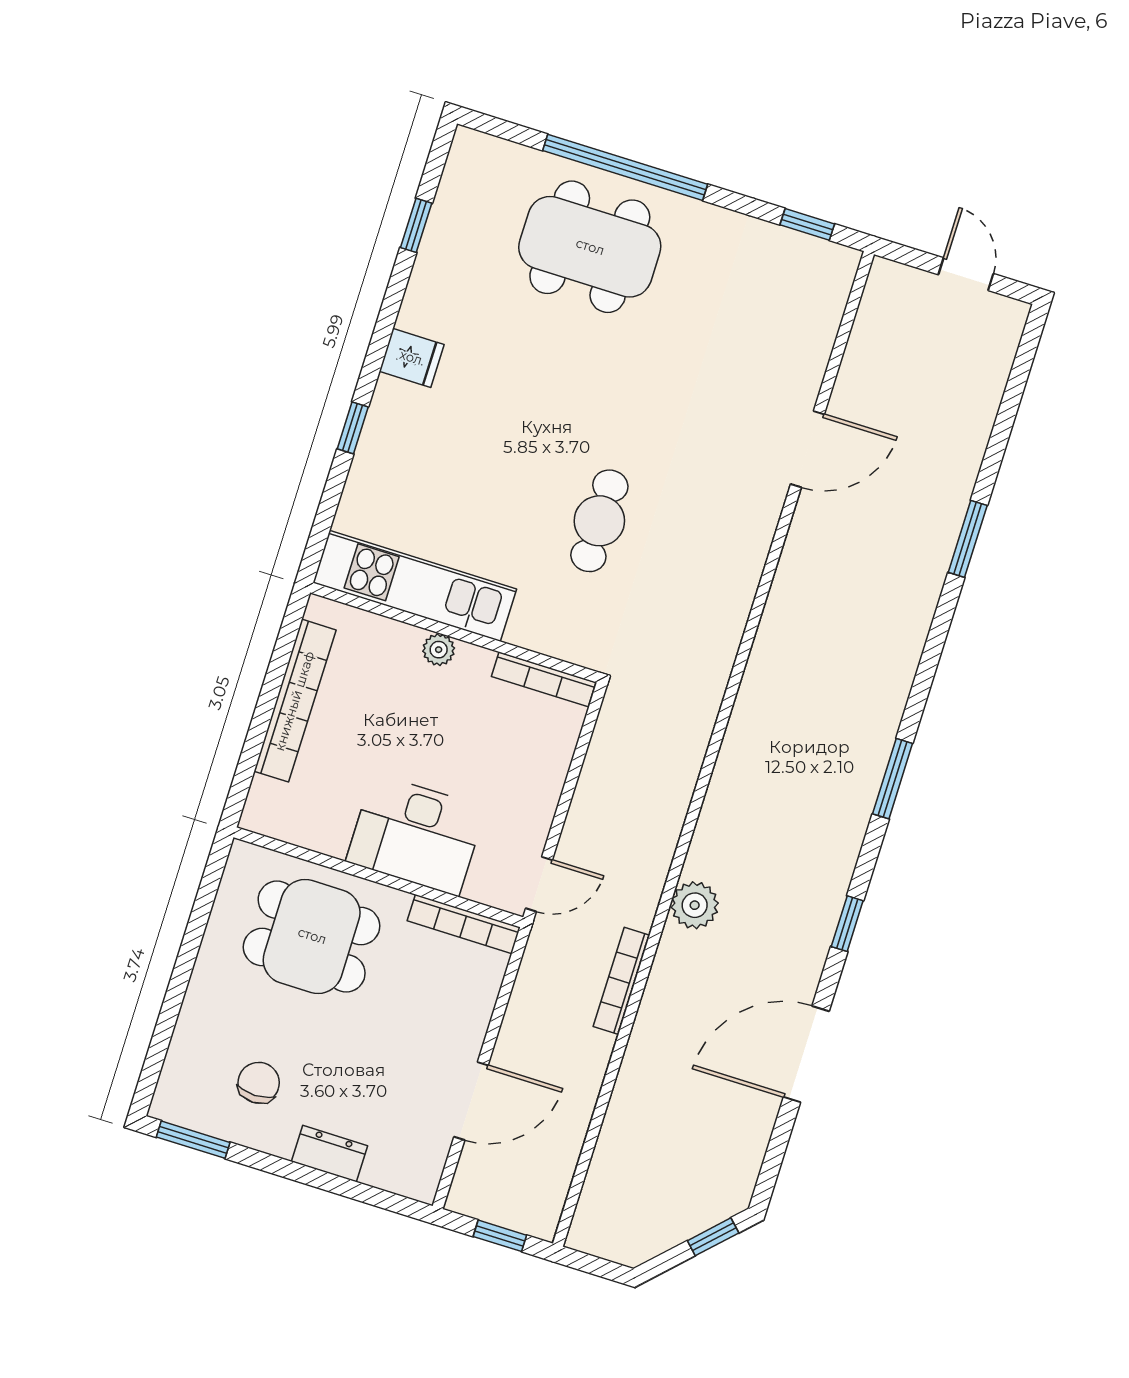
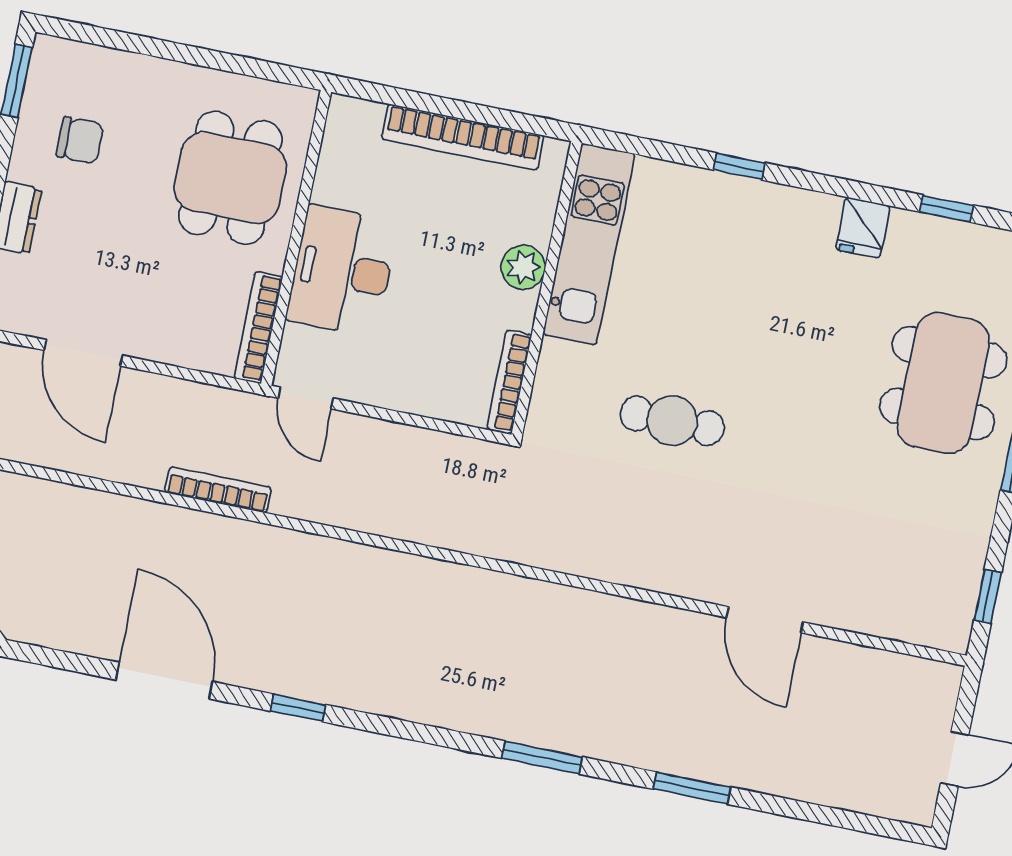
fridge: (412, 358) -> (863, 228), moved
plant: (439, 650) -> (523, 267), width x1.38, depth x1.38
window: (893, 779) -> (542, 758), moved
plant: (695, 905) -> (301, 555), removed

